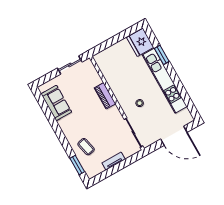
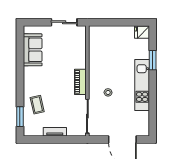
fridge: (140, 42) -> (142, 32), width x0.53, depth x0.75
kitchen unit: (165, 81) -> (142, 85), width x0.73
piano: (105, 96) -> (80, 82), moved

